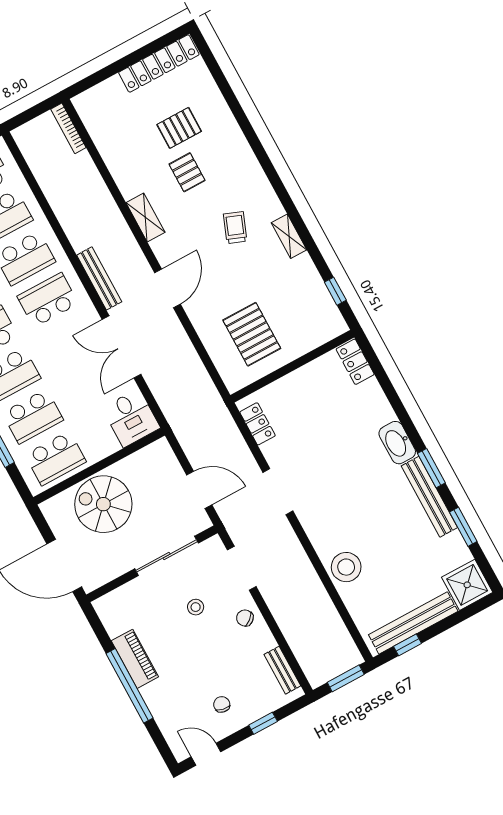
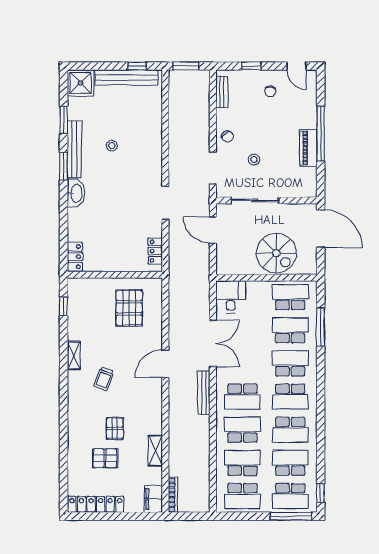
filing cabinet: (90, 110) -> (153, 499), added
shelving: (145, 218) -> (155, 451), moved
stool: (346, 567) -> (112, 146), moved, width x0.53, depth x0.53

